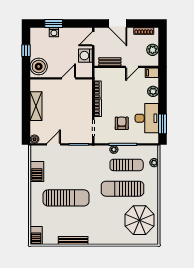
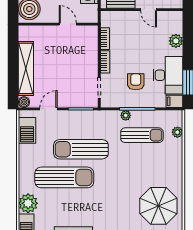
door: (132, 67) -> (149, 10), hinge flipped
filing cabinet: (152, 73) -> (174, 101), moved
door: (69, 78) -> (68, 24), hinge flipped
shelving: (36, 106) -> (26, 68), width x1.47
barbecue: (37, 172) -> (27, 130), moved
sun lounger: (122, 189) -> (81, 149), moved
plant: (38, 218) -> (28, 203), added

